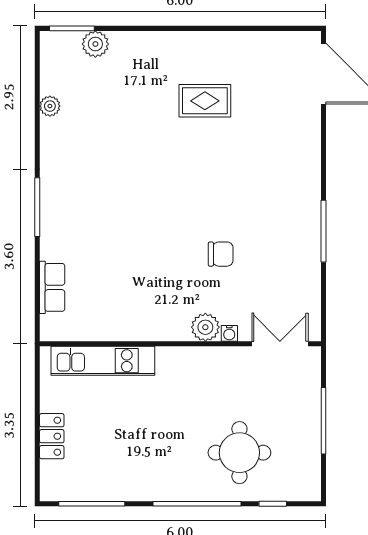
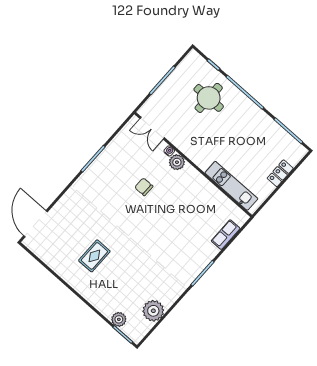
rug: (205, 101) -> (94, 256), turned 90
plant: (50, 106) -> (153, 311), width x1.87, depth x1.87

